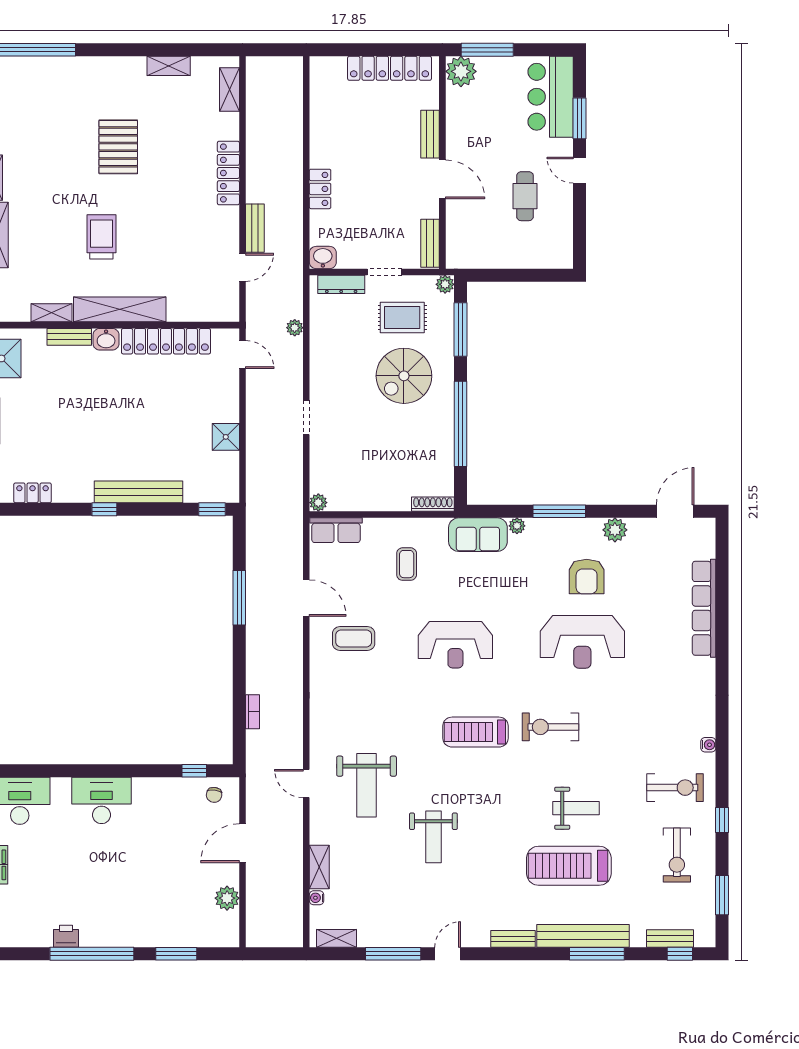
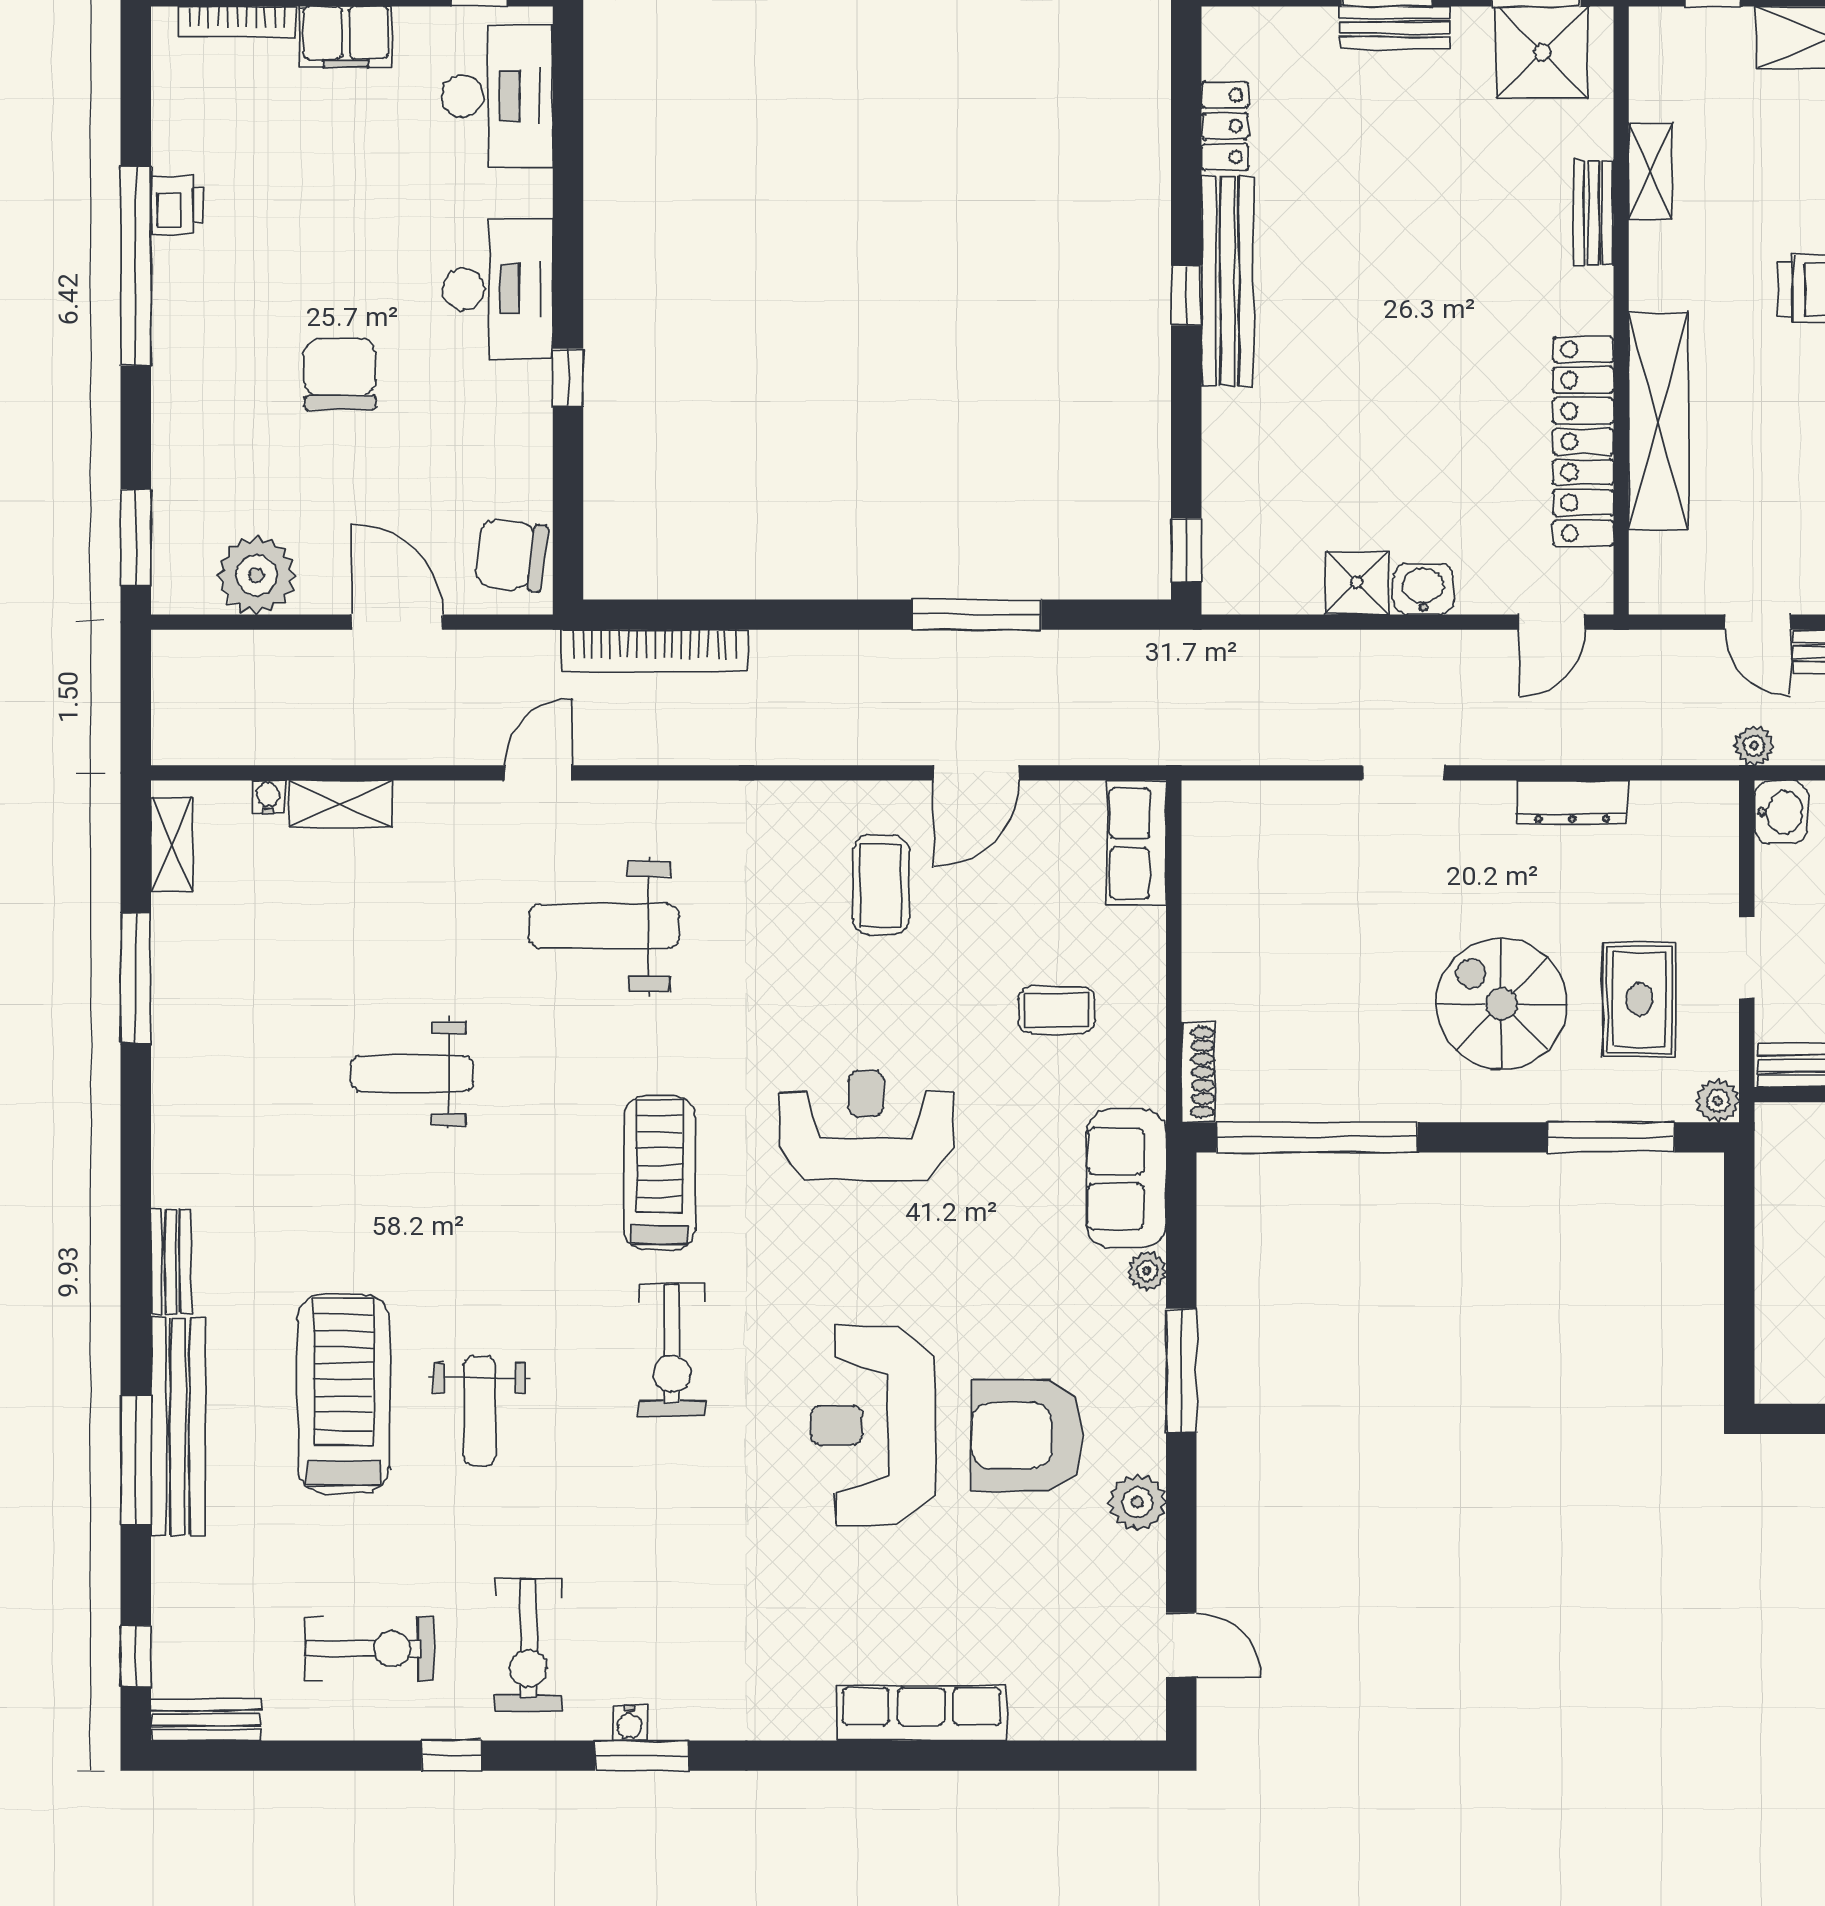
dresser: (341, 284) -> (1572, 802), moved, turned -90
shelving: (120, 309) -> (1658, 421), moved
plant: (295, 328) -> (1754, 746), moved
washbasin: (106, 339) -> (1423, 589), moved, turned 90
window: (460, 424) -> (1317, 1137), moved
bench: (138, 492) -> (1227, 281), moved
plant: (318, 503) -> (1202, 801), removed
door: (675, 511) -> (1181, 1645), width x0.73
armchair: (587, 577) -> (1027, 1435), width x1.36, depth x1.36
row of seats: (704, 608) -> (921, 1713), width x0.73
reception desk: (455, 645) -> (866, 1125), turned 90
bookcase: (252, 712) -> (655, 651), width x2.31, depth x1.31
exercise bike: (550, 727) -> (672, 1350), turned 180
window: (194, 771) -> (568, 378), moved
weight bench: (367, 785) -> (604, 926), moved
chair: (214, 795) -> (511, 555), width x1.87, depth x1.87
exercise bike: (677, 855) -> (369, 1649), turned 180
chair: (137, 867) -> (340, 374), added
window: (722, 895) -> (642, 1756), moved
plant: (227, 898) -> (257, 575), width x1.36, depth x1.36
bench: (670, 938) -> (206, 1720), moved, turned 90
window: (176, 954) -> (136, 537), moved
door: (448, 954) -> (136, 1107), removed

